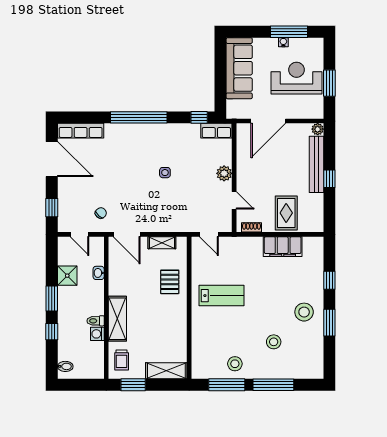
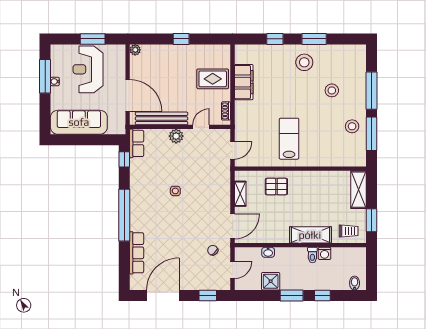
row of seats: (81, 131) -> (137, 253), moved
bench: (316, 164) -> (162, 118), moved

